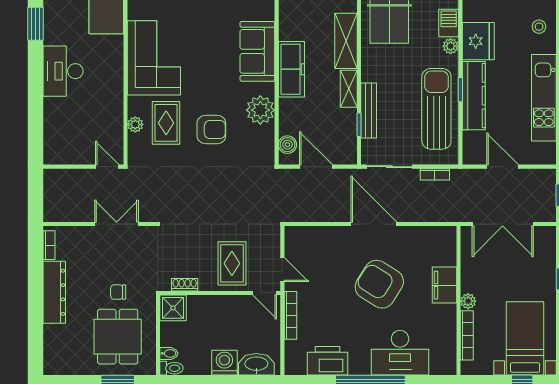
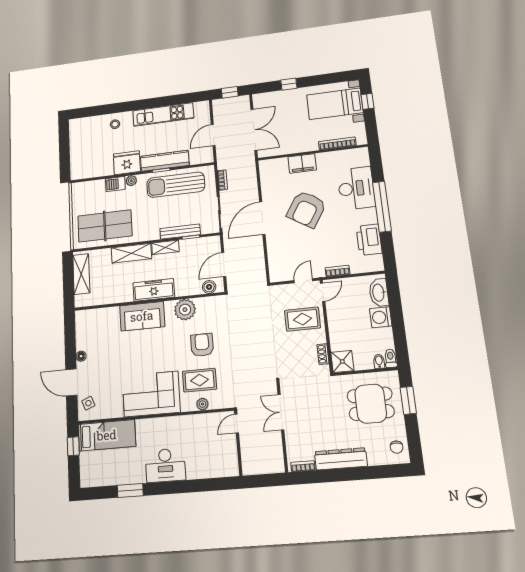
chair: (118, 292) -> (397, 447), moved
plant: (468, 301) -> (312, 146), removed
bookcase: (290, 315) -> (337, 271), width x0.64

